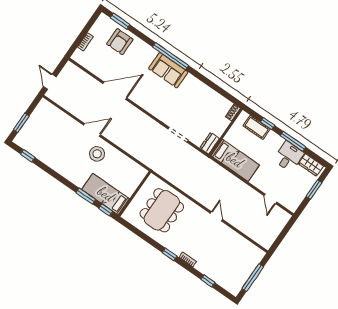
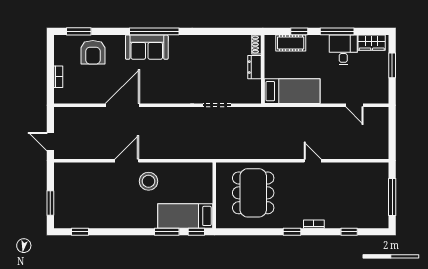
sofa: (168, 70) -> (147, 47), moved
dresser: (210, 143) -> (254, 67), moved

